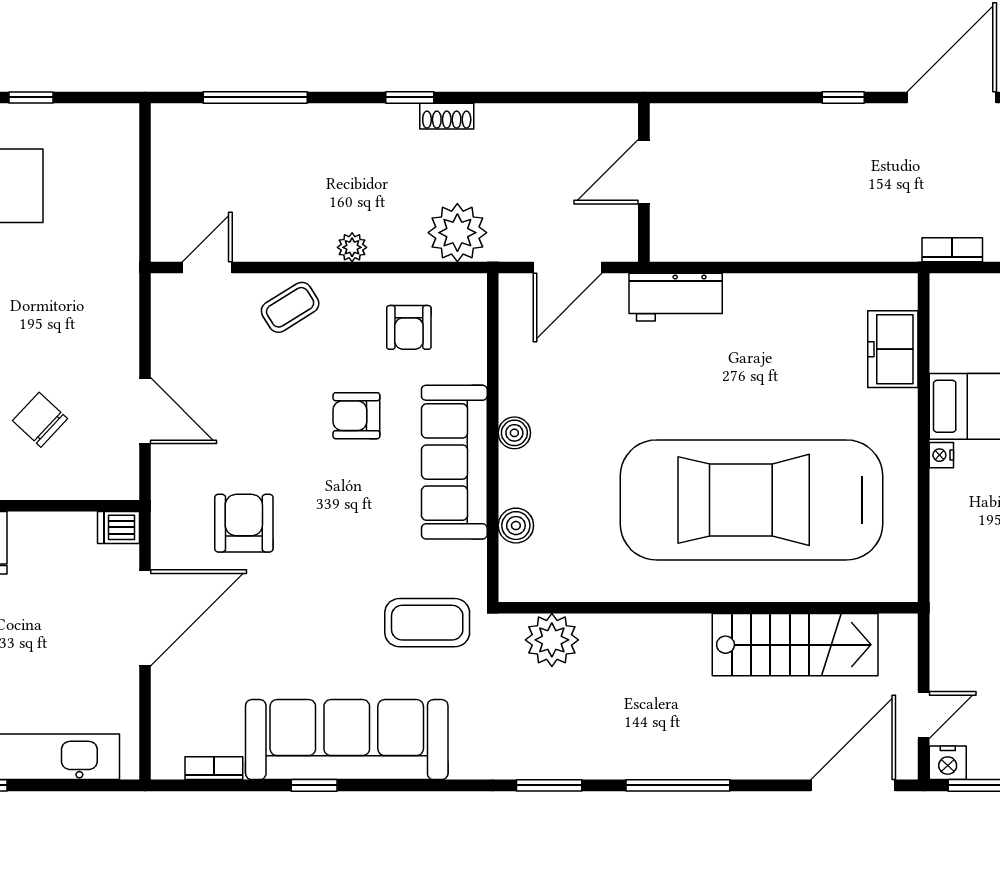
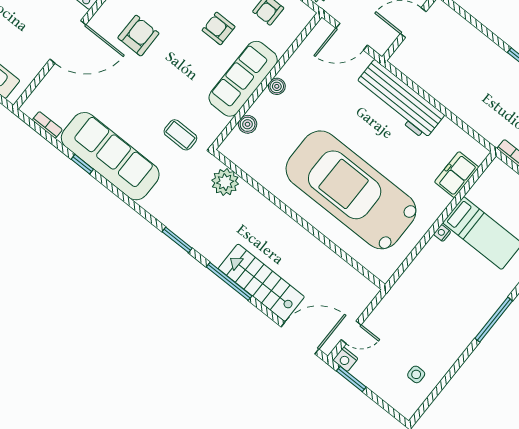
workbench: (676, 297) -> (400, 100), width x1.88, depth x1.32
coffee table: (427, 623) -> (180, 135), width x0.73, depth x0.77
stairs: (795, 645) -> (261, 283), moved, turned 180

